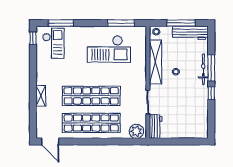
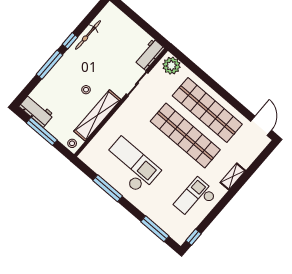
window: (121, 23) -> (108, 188), moved
workbench: (190, 33) -> (36, 111), width x0.73
checkout: (53, 43) -> (195, 199), moved
bicycle: (203, 69) -> (88, 35), moved

